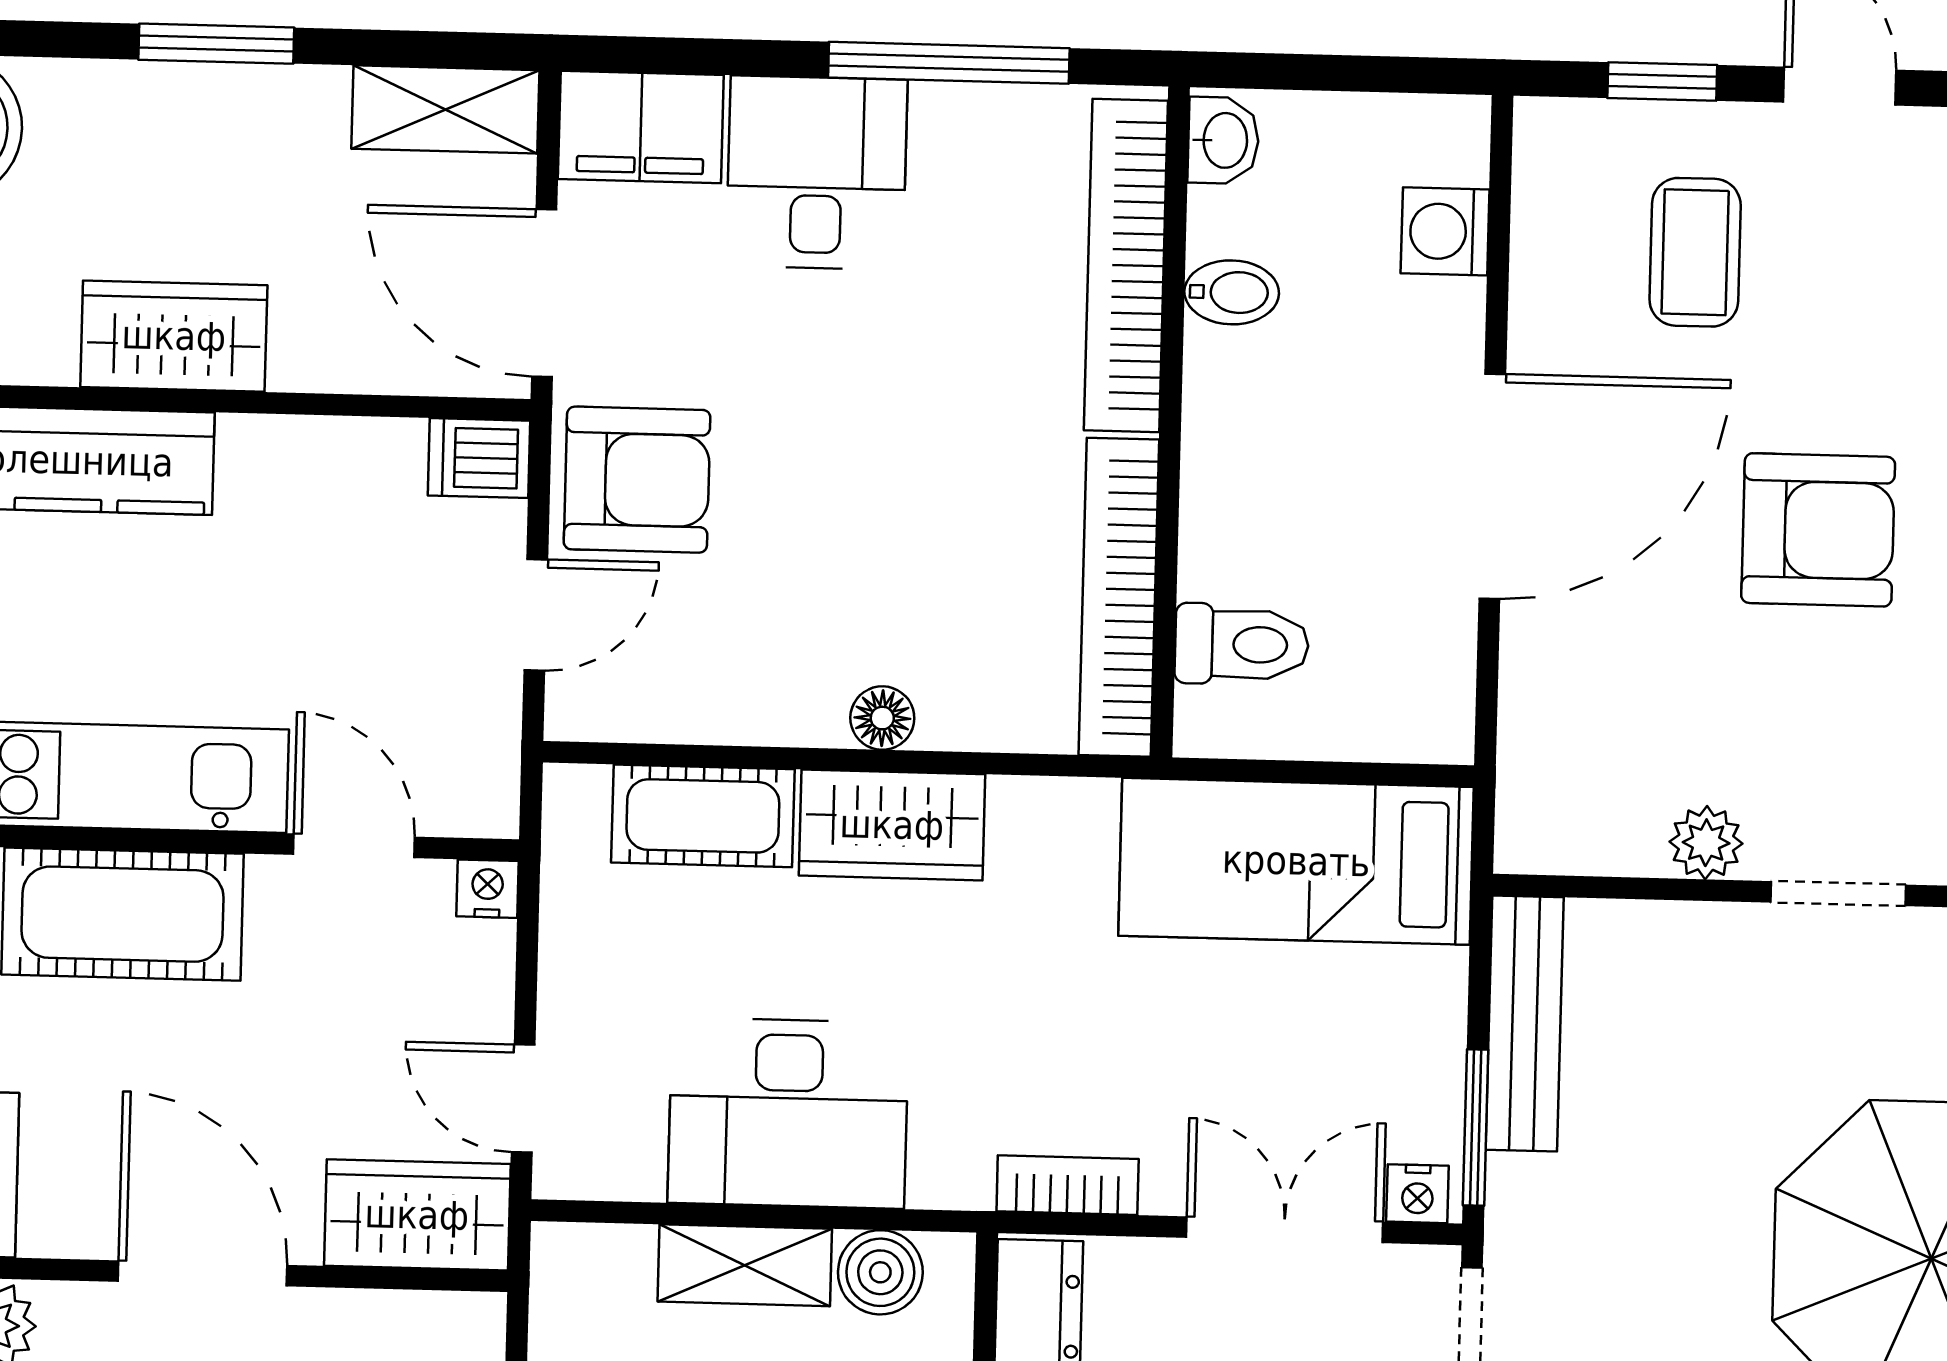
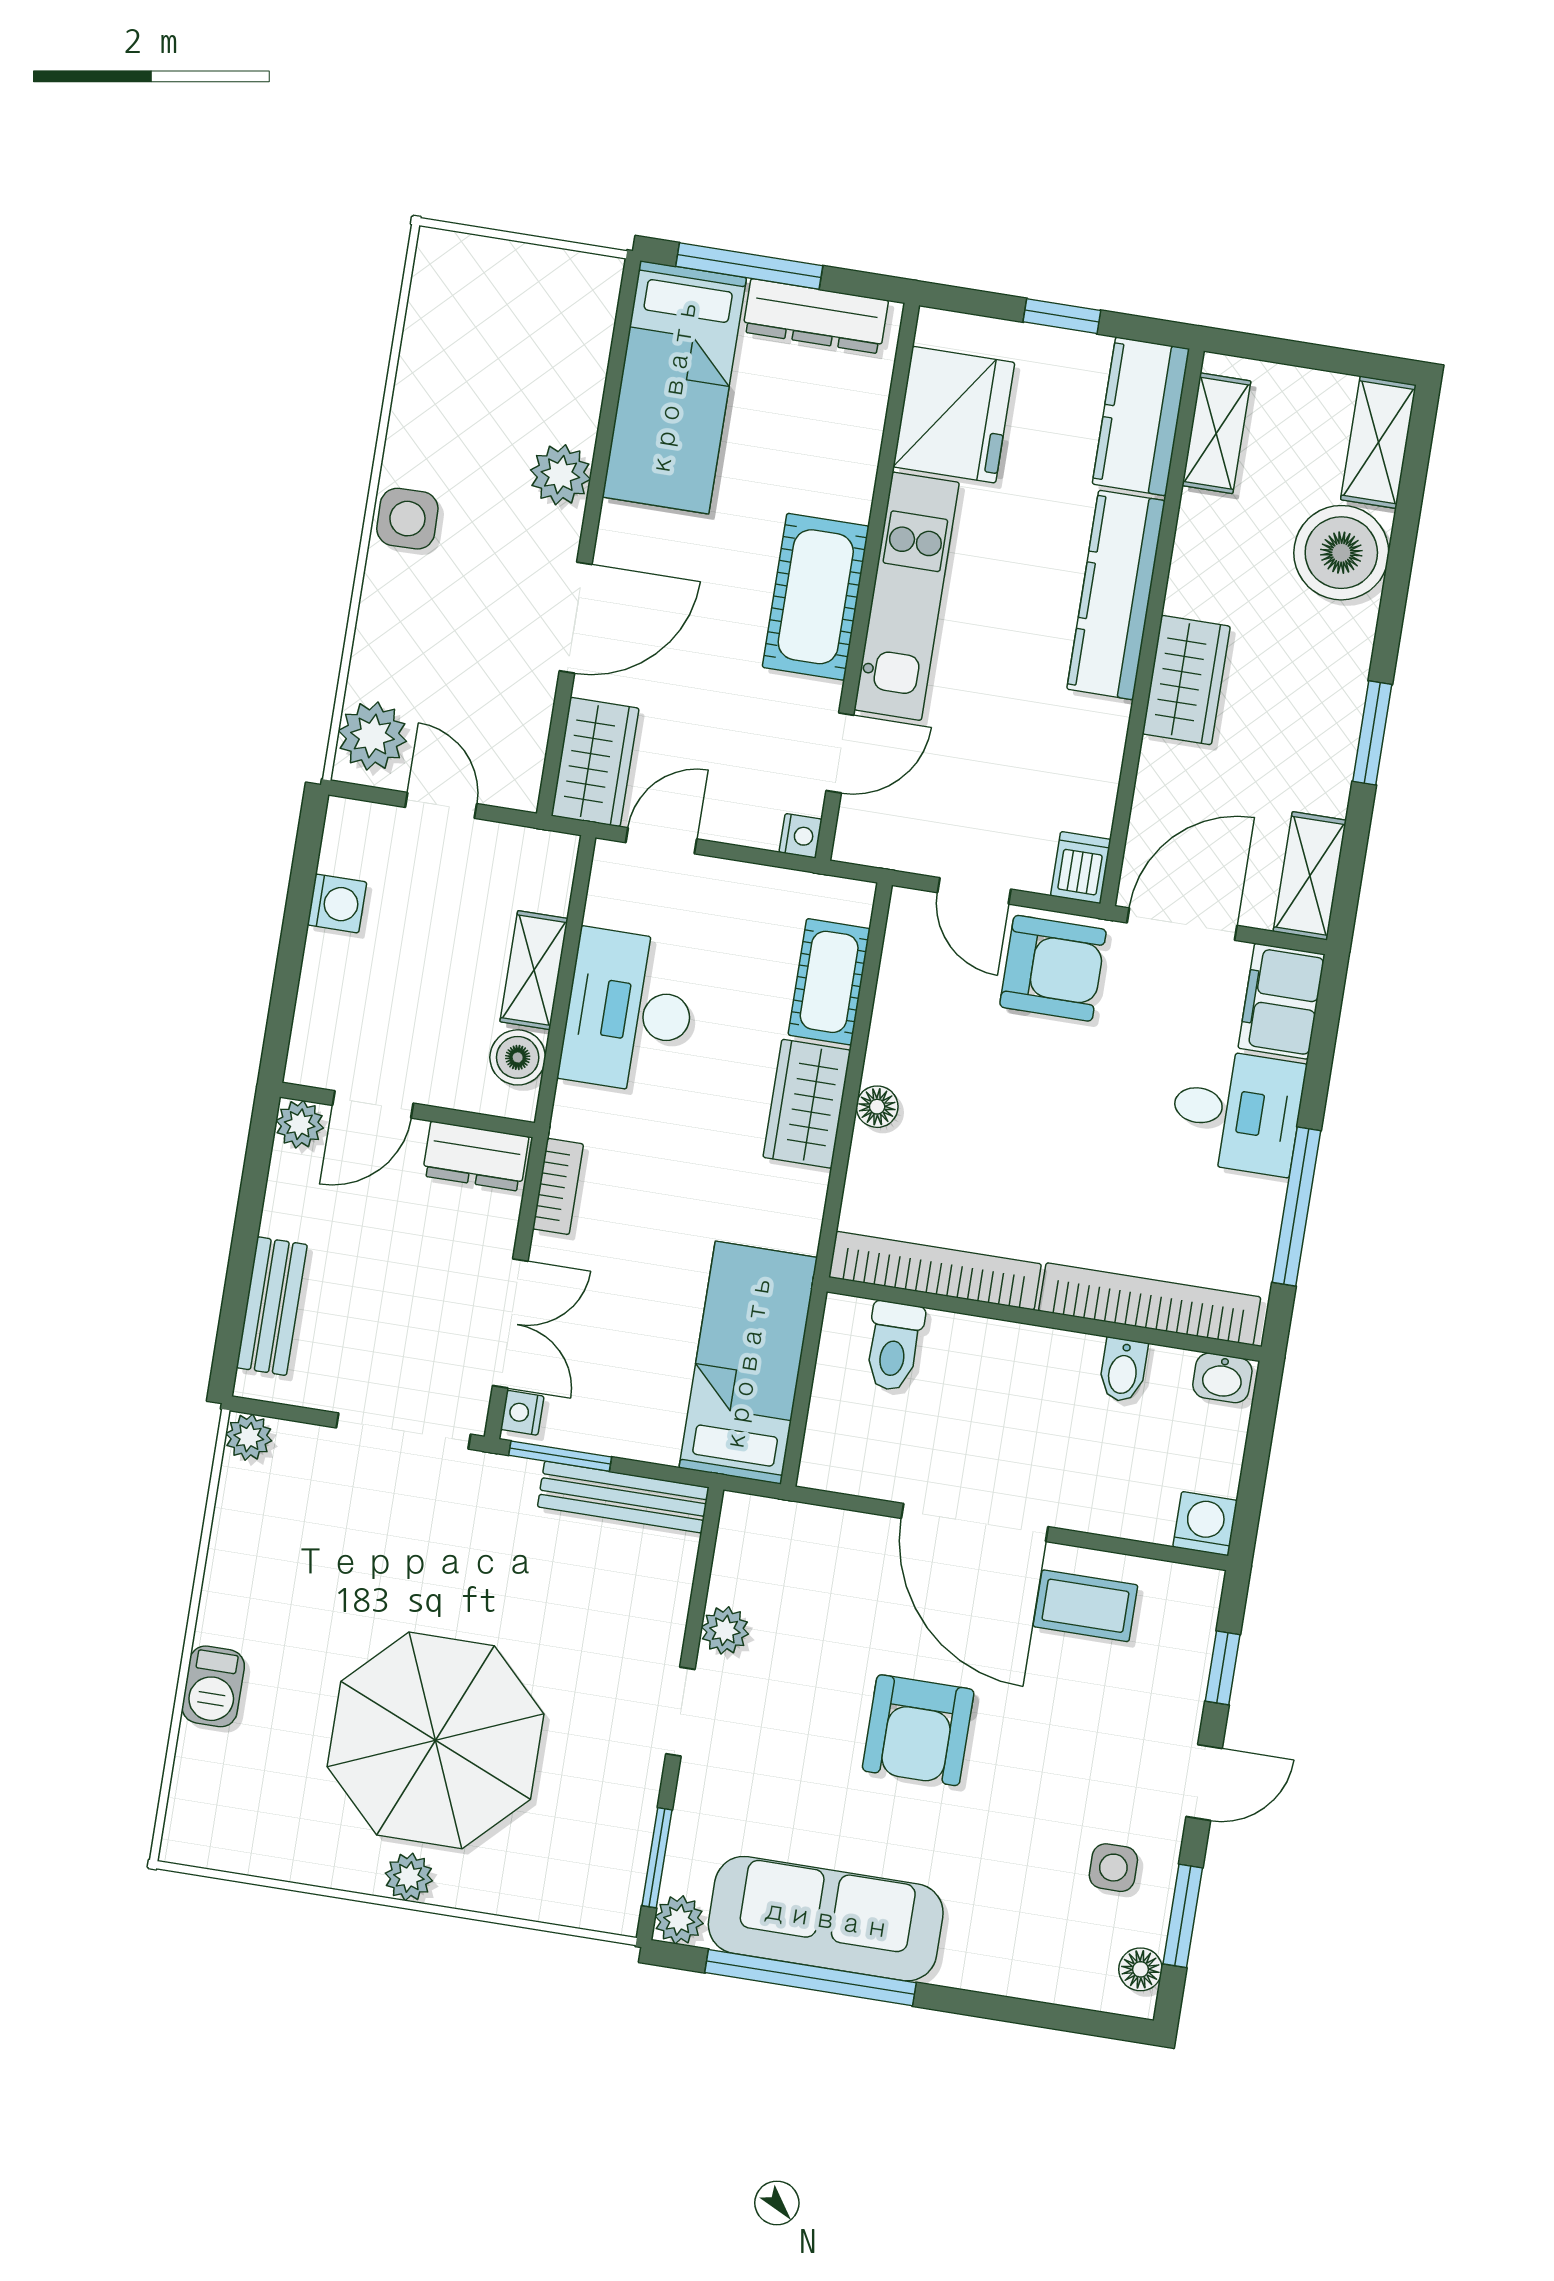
washing machine: (1445, 231) -> (1205, 1524), moved
coffee table: (1695, 252) -> (1085, 1606), moved
armchair: (637, 480) -> (1053, 968), turned -90

